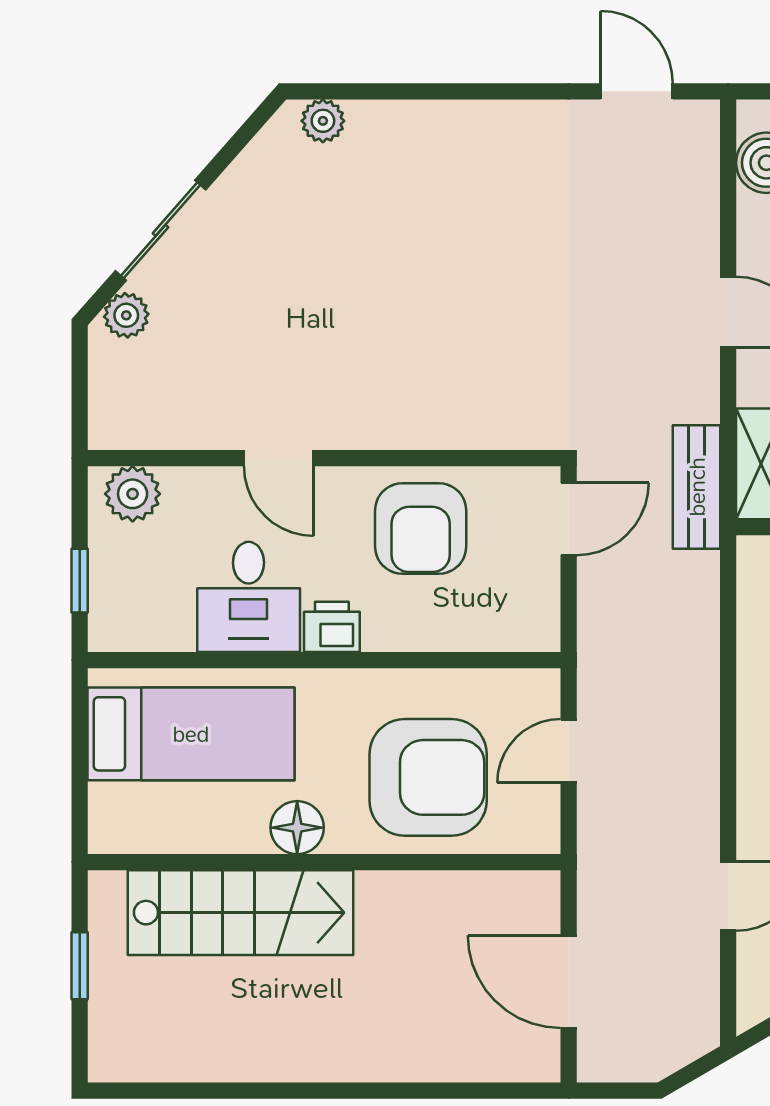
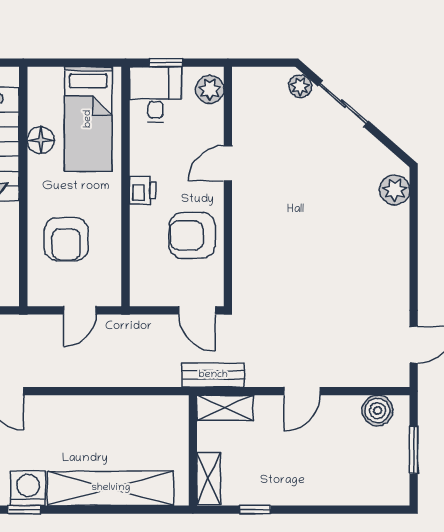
plant: (323, 121) -> (395, 190), width x1.38, depth x1.38
desk: (249, 597) -> (156, 95), moved, turned 90
door: (569, 751) -> (80, 310), swing flipped
armchair: (428, 777) -> (66, 239), width x0.73, depth x0.73
floor lamp: (297, 828) -> (41, 140), moved

